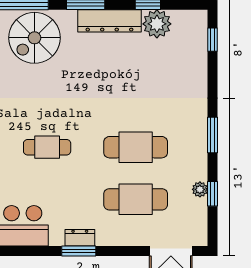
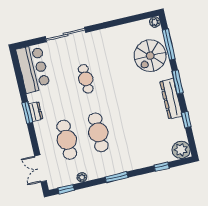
plant: (157, 24) -> (181, 150), moved
spiral stairs: (34, 38) -> (150, 56), turned -90
window: (213, 40) -> (162, 167), moved
window: (213, 194) -> (66, 189), moved

